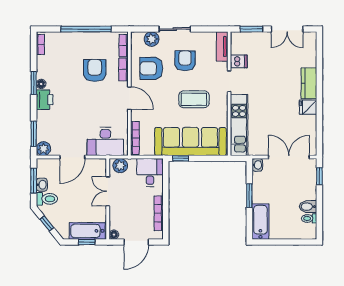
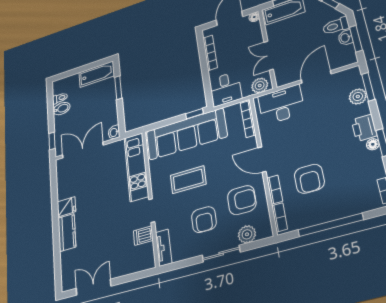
window: (251, 29) -> (133, 277), removed
plant: (43, 149) -> (358, 97), moved
double door: (289, 157) -> (83, 150), swing flipped
double door: (108, 191) -> (269, 56), swing flipped
window: (249, 196) -> (118, 88), moved
bathtub: (260, 222) -> (97, 74), moved, turned -90

